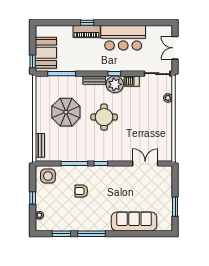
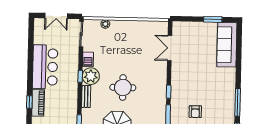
sofa: (134, 221) -> (227, 45), moved

